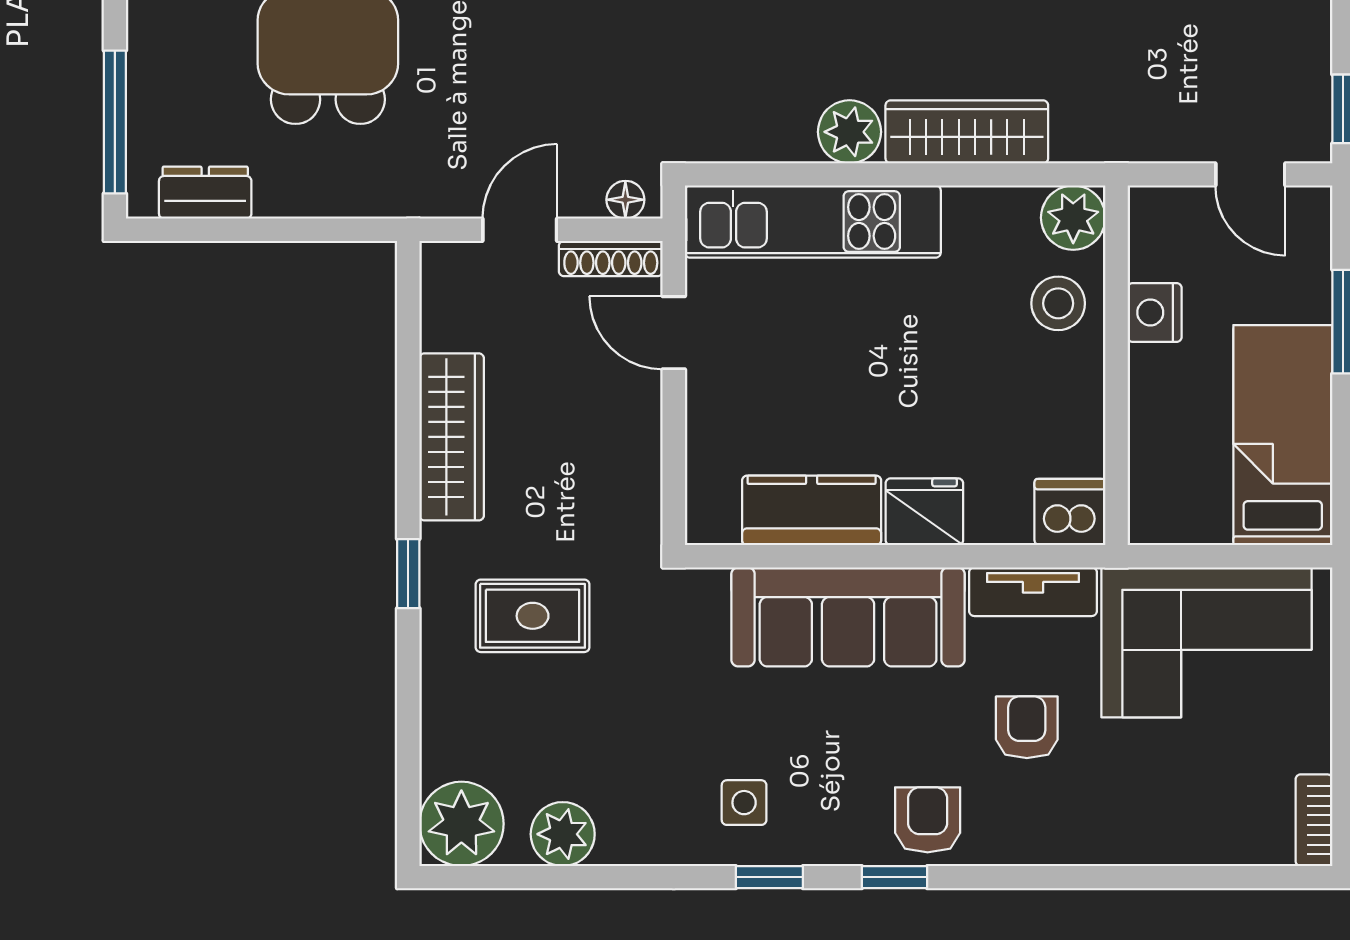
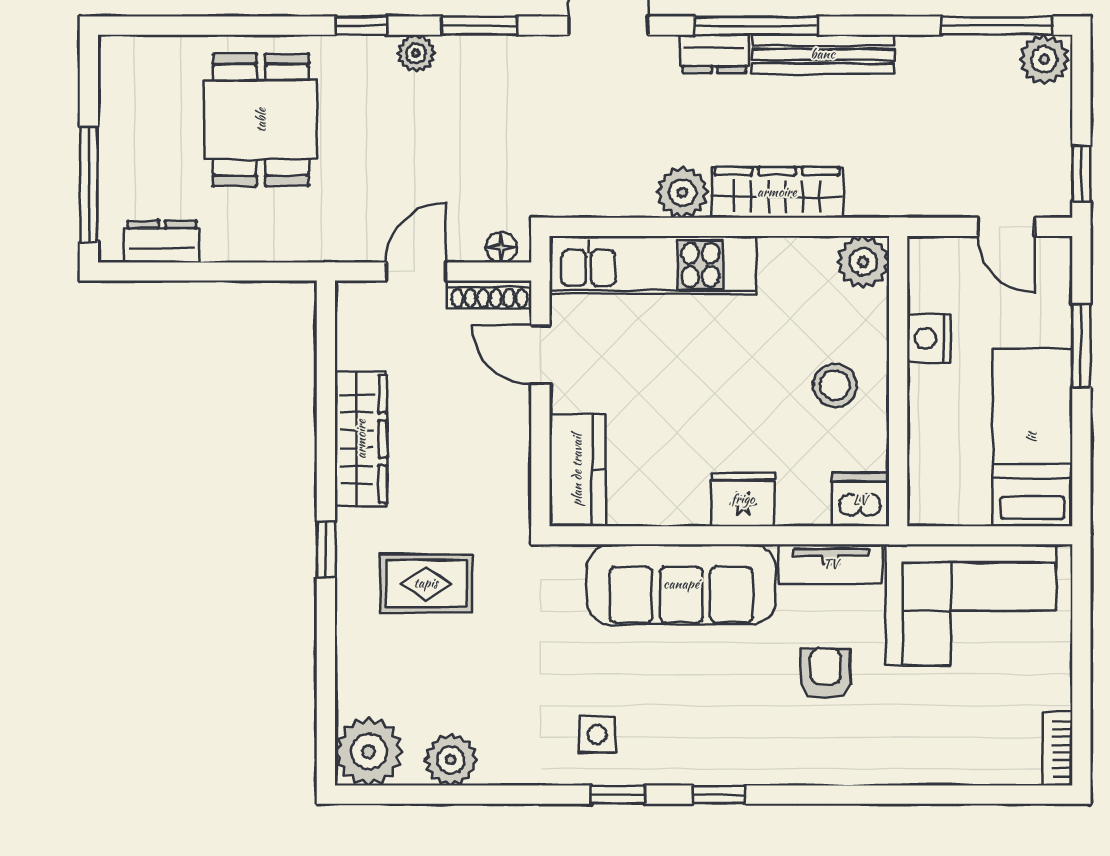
stool: (1058, 303) -> (835, 385), moved
kitchen counter: (812, 510) -> (577, 470), moved, turned 90
armchair: (928, 820) -> (745, 748), removed

